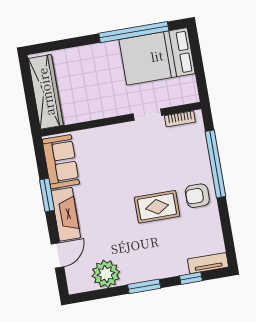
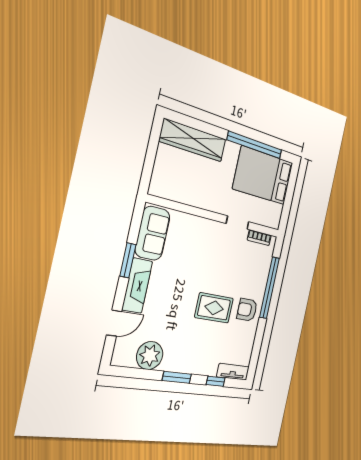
wardrobe: (46, 92) -> (193, 140), moved, turned 90

